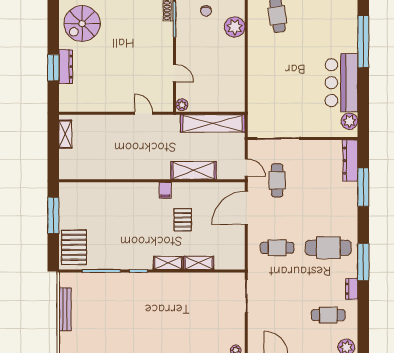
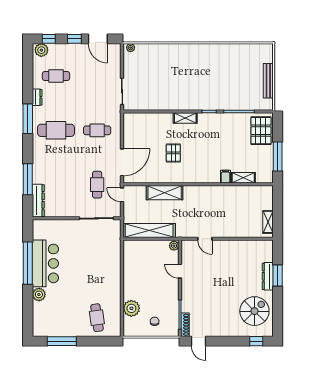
window: (363, 42) -> (28, 263), moved
plant: (349, 121) -> (39, 294), moved
filing cabinet: (165, 190) -> (225, 177), moved
shelving: (199, 263) -> (243, 178), moved

